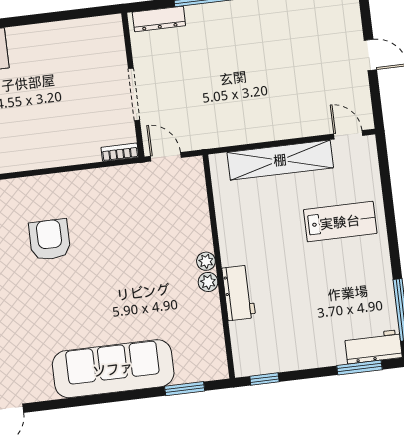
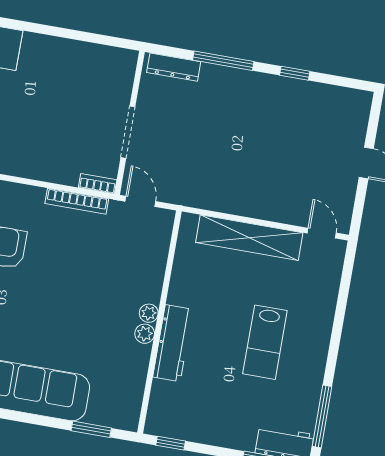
bookcase: (105, 175) -> (77, 201), added
lab bench: (340, 222) -> (265, 342), moved, turned 90
workbench: (239, 293) -> (173, 343), width x1.37

